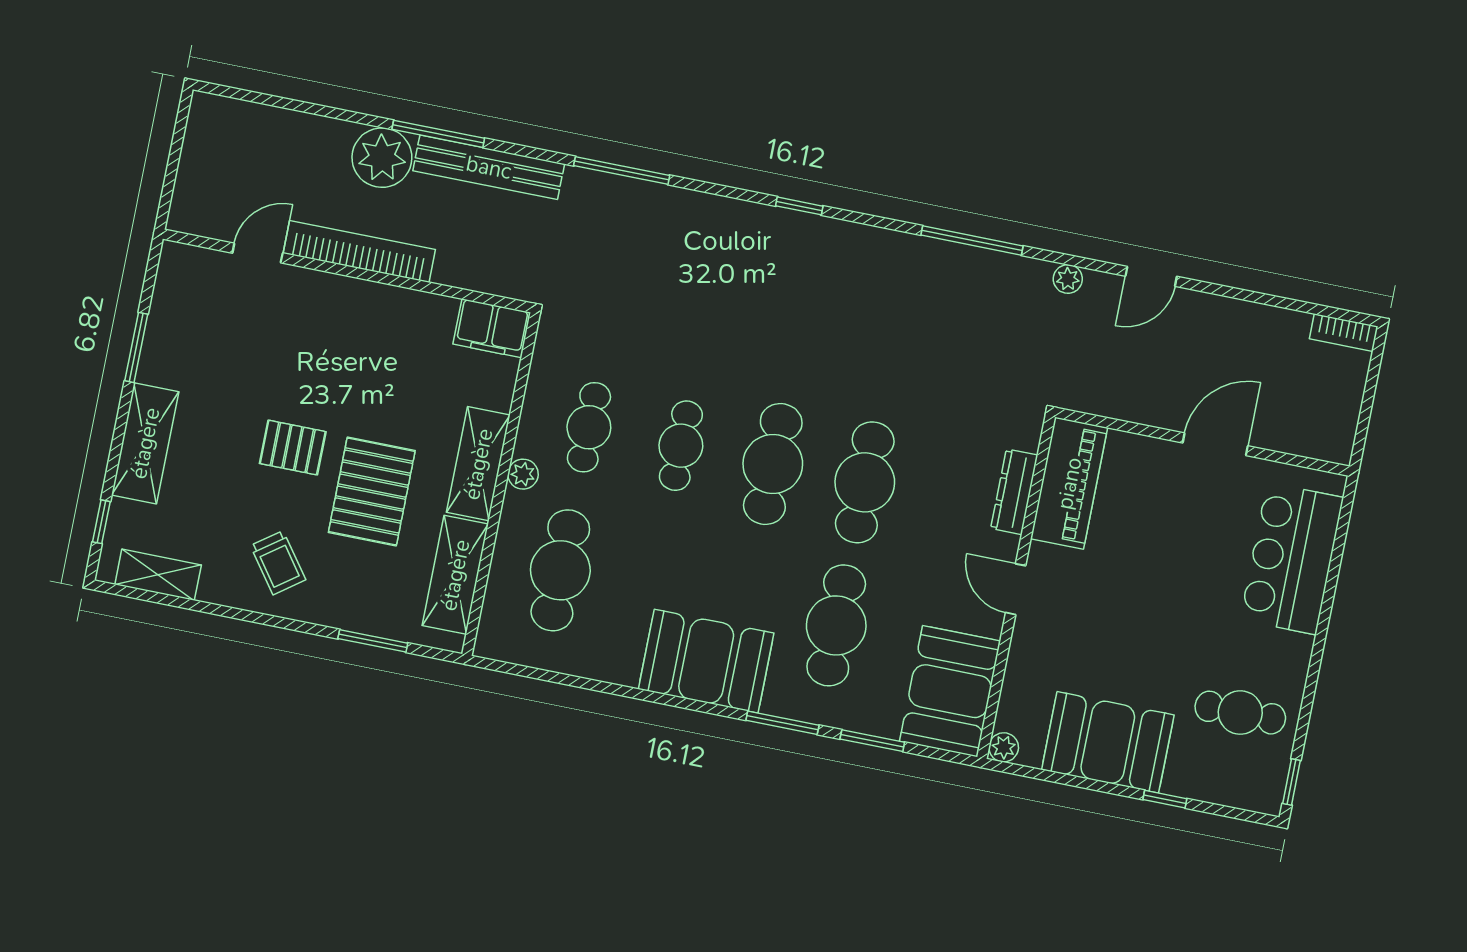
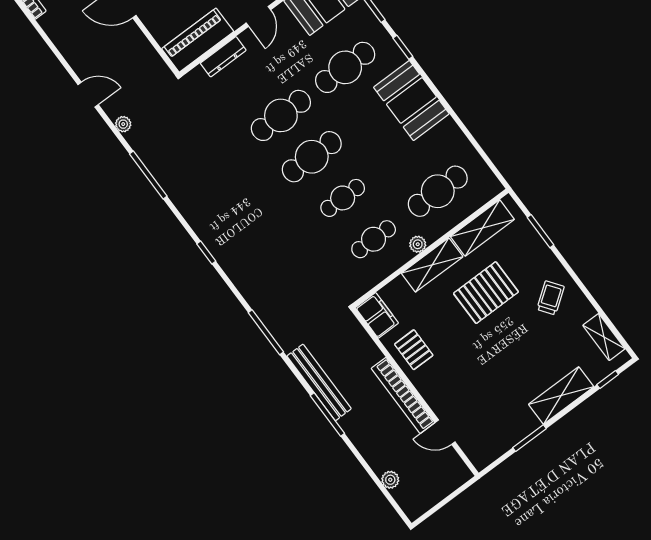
plant: (382, 158) -> (390, 480), moved, width x0.53, depth x0.53
pallet: (293, 448) -> (414, 350), moved
window: (782, 723) -> (403, 47), width x0.67

